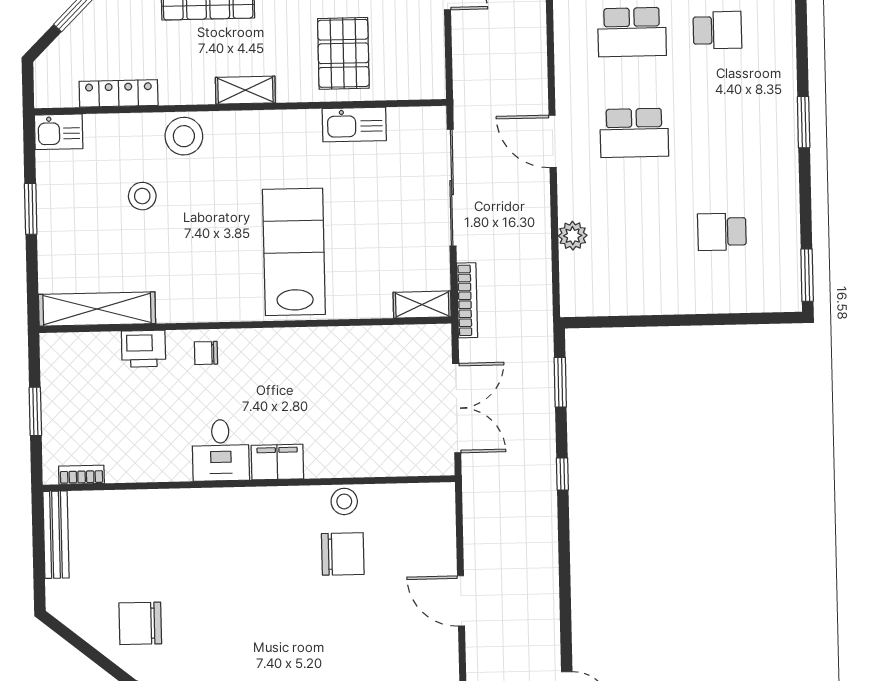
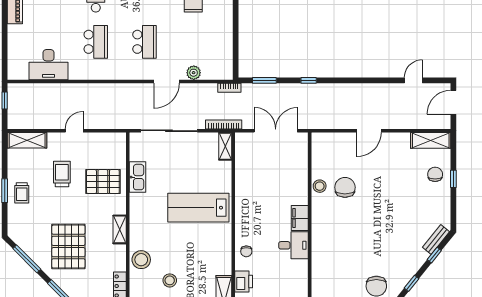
door: (553, 141) -> (167, 81), moved
bookcase: (543, 310) -> (229, 88), added

